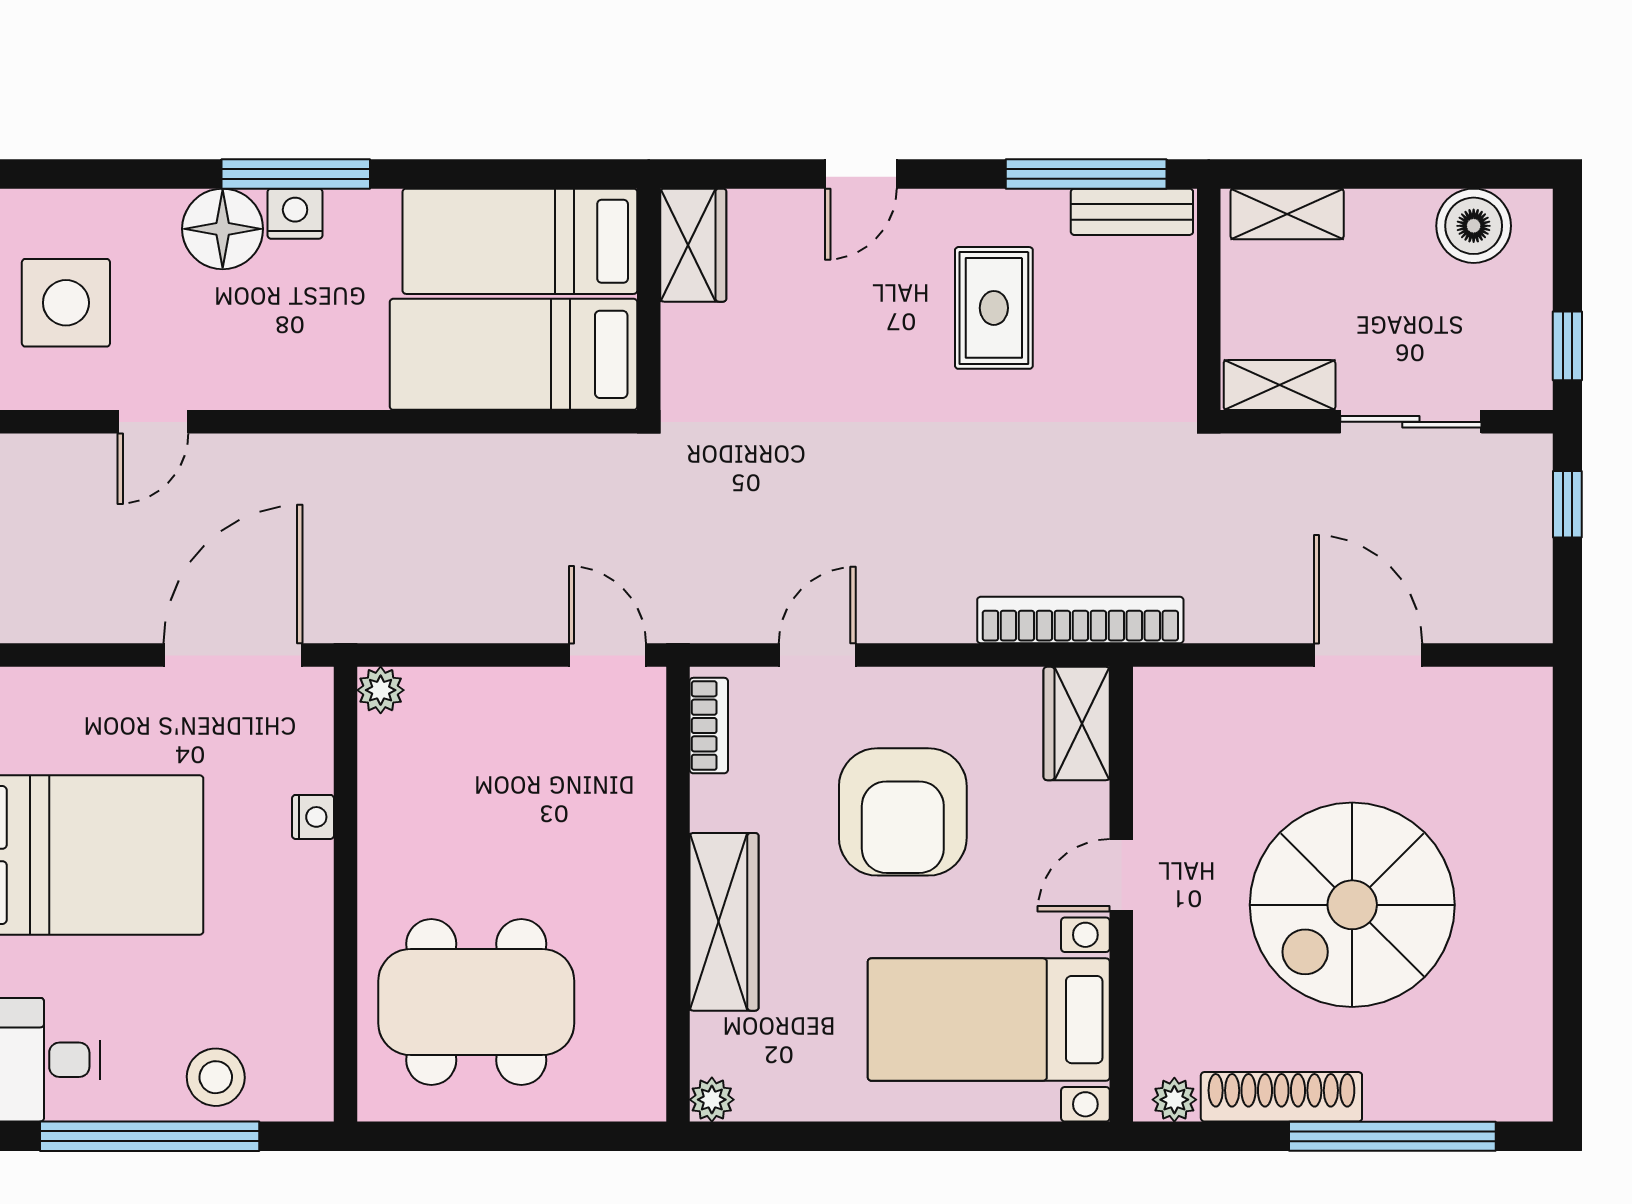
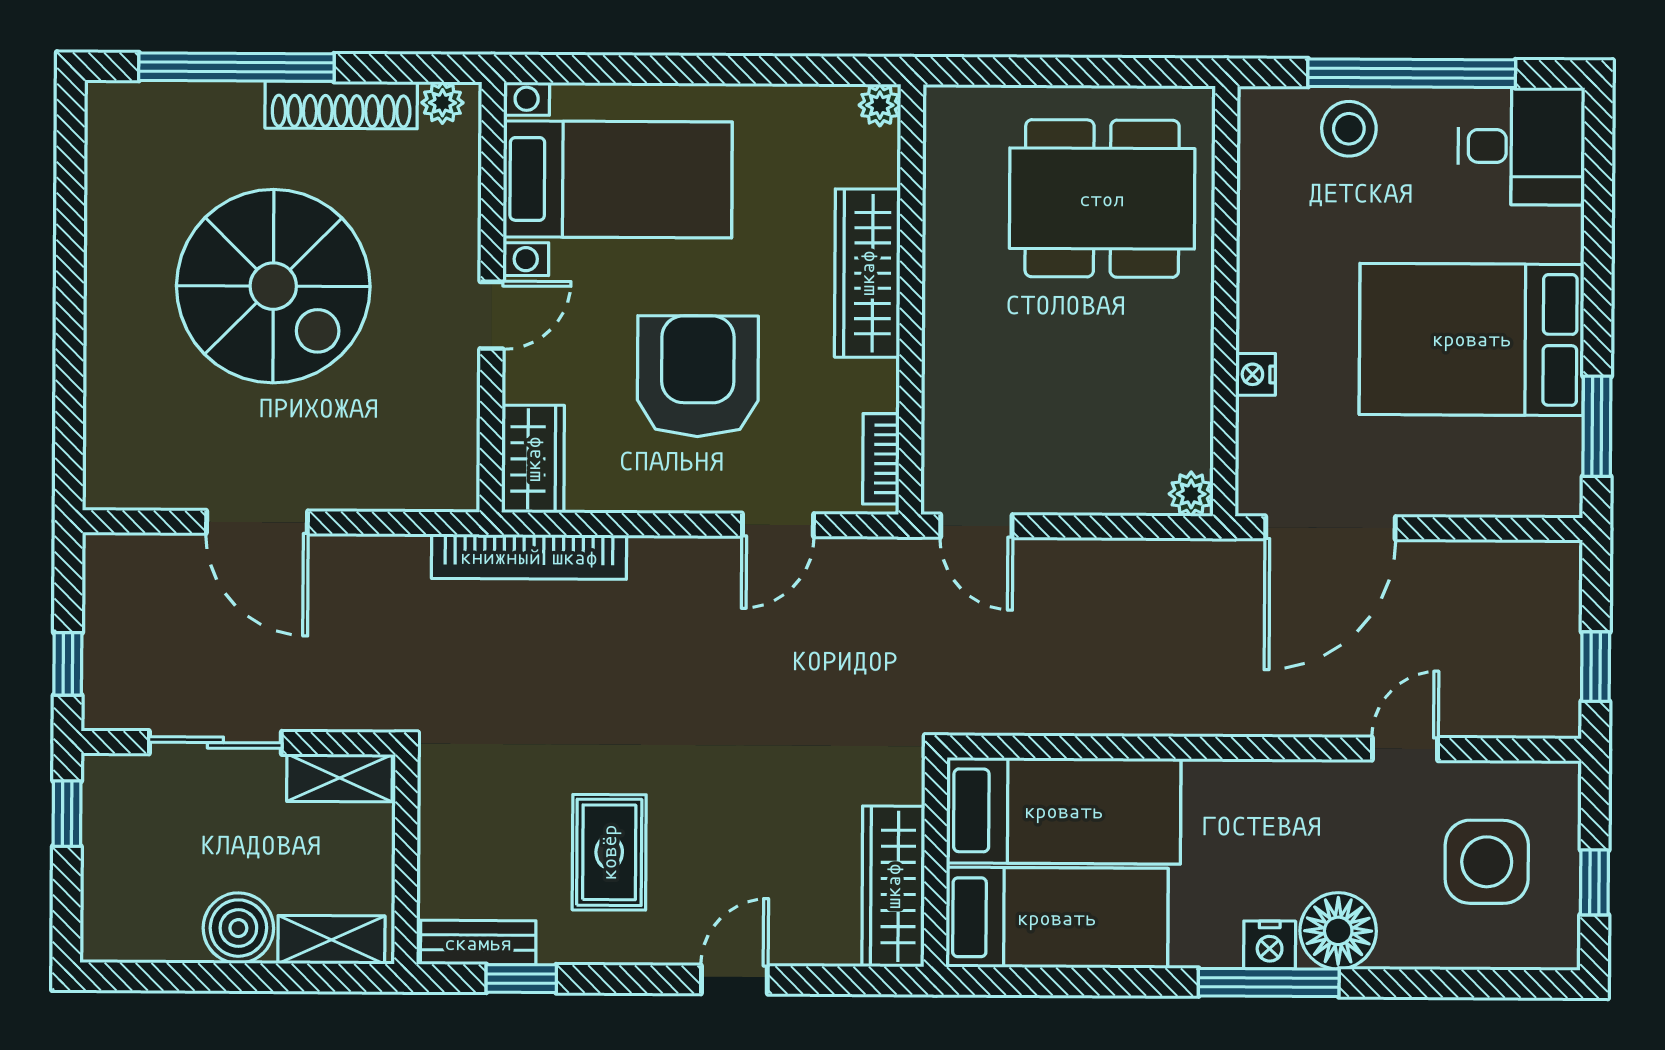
window: (1086, 174) -> (521, 979), width x0.46
boiler: (1474, 226) -> (238, 928), moved
wardrobe: (693, 245) -> (893, 886), width x1.50
spiral stairs: (1352, 905) -> (273, 286), turned 90

